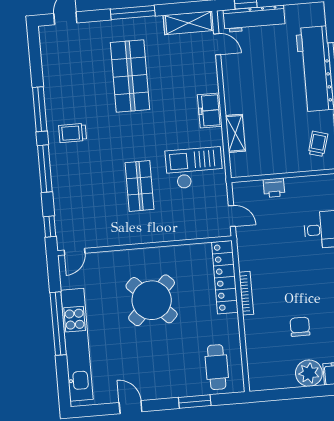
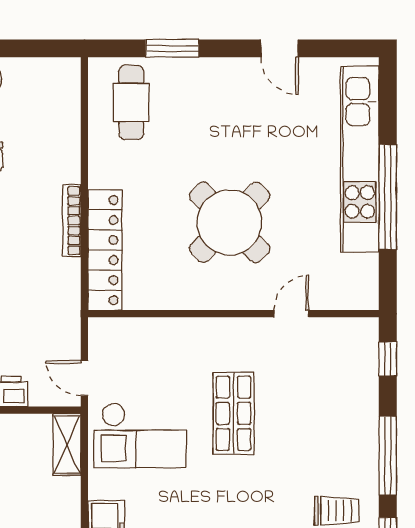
shelving: (235, 133) -> (67, 445), moved
door: (232, 216) -> (84, 378), moved
door: (75, 252) -> (291, 314), moved

